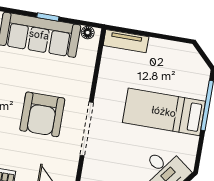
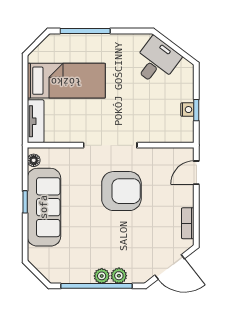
bed: (164, 112) -> (66, 81), moved, turned -90
doorway: (87, 129) -> (110, 145), moved

